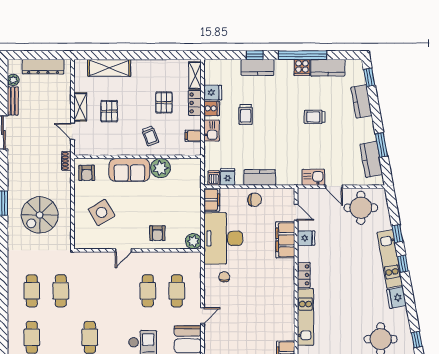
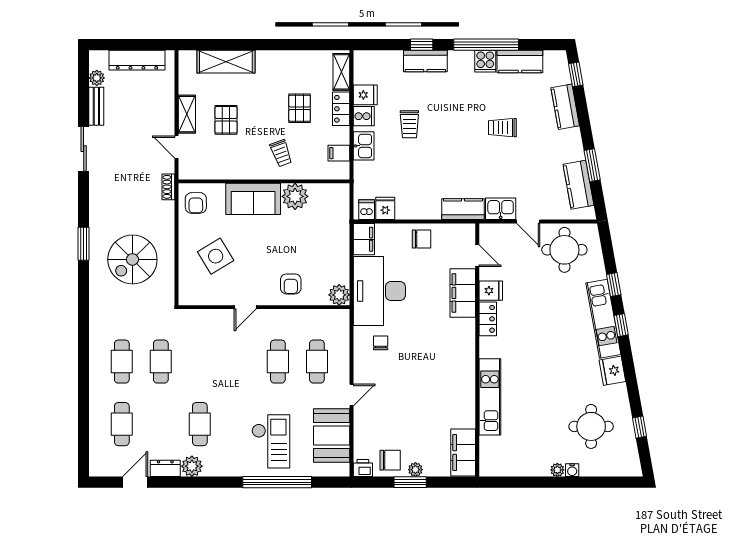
kitchen counter: (260, 177) -> (463, 209), moved
locker: (304, 275) -> (488, 319), moved

